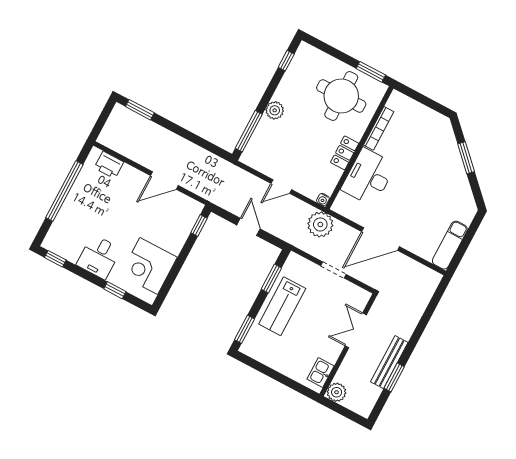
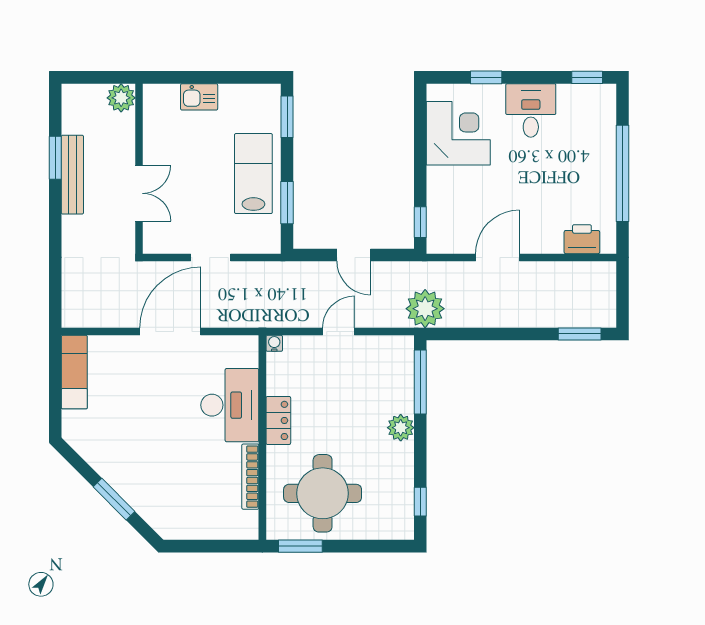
plant: (320, 224) -> (425, 309), moved
kitchen sink: (321, 372) -> (199, 97), moved, turned 90

